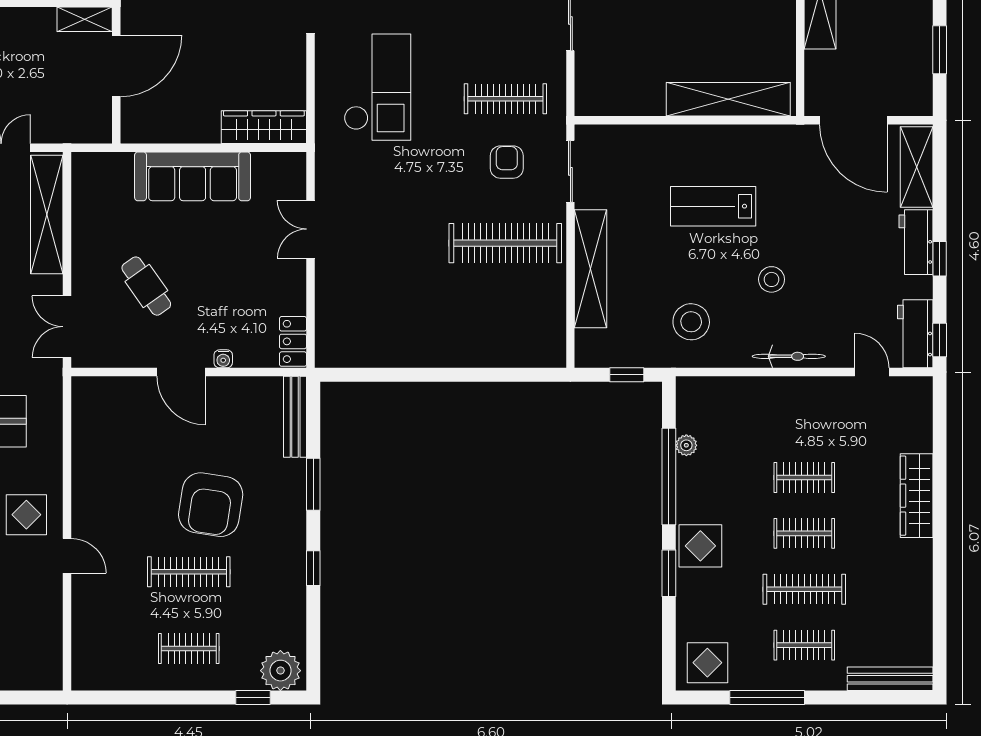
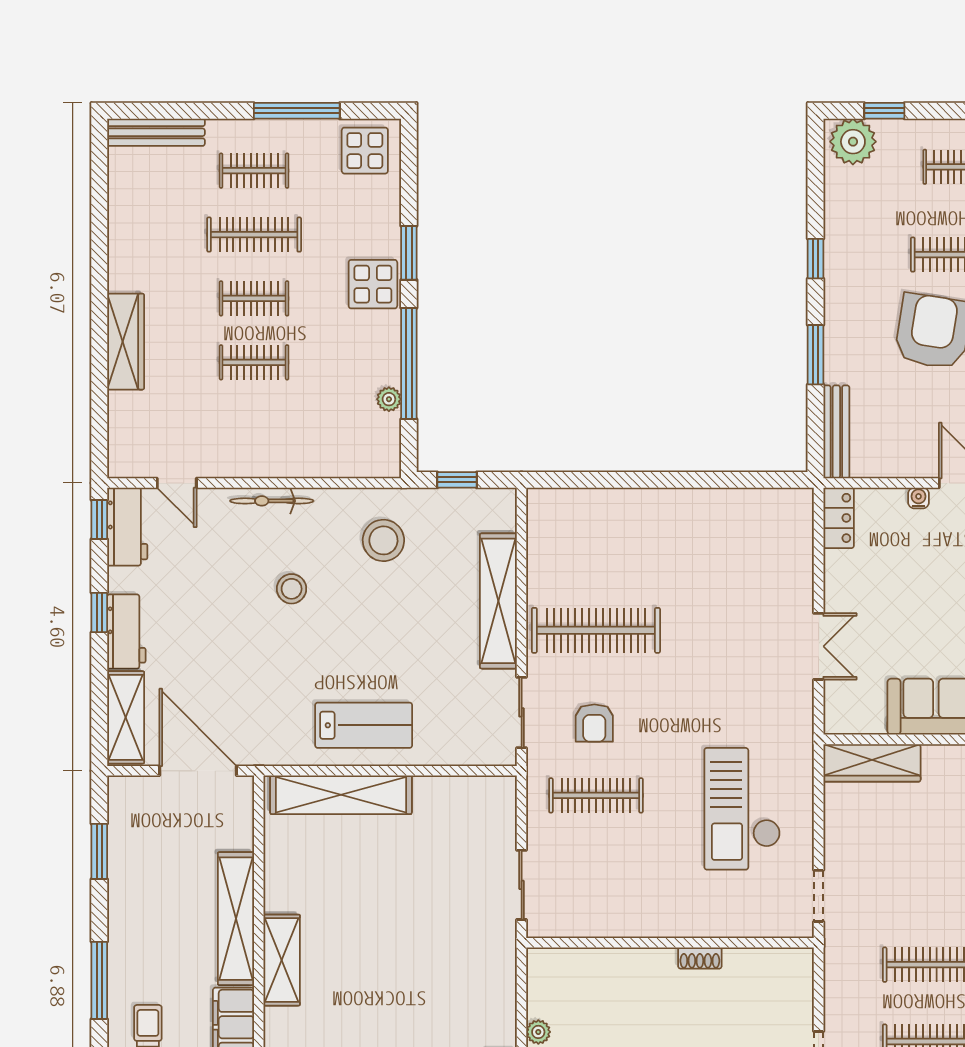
lab bench: (713, 206) -> (364, 725), moved

